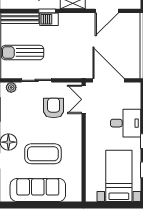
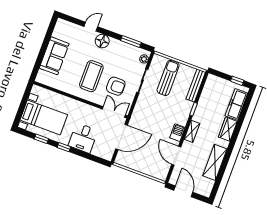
barbecue: (49, 19) -> (177, 133), moved
coffee table: (43, 154) -> (91, 76), moved
sofa: (38, 190) -> (54, 56), width x0.73

